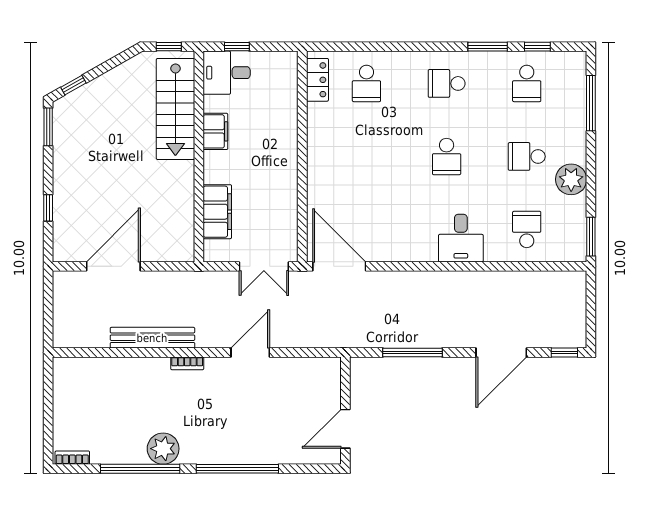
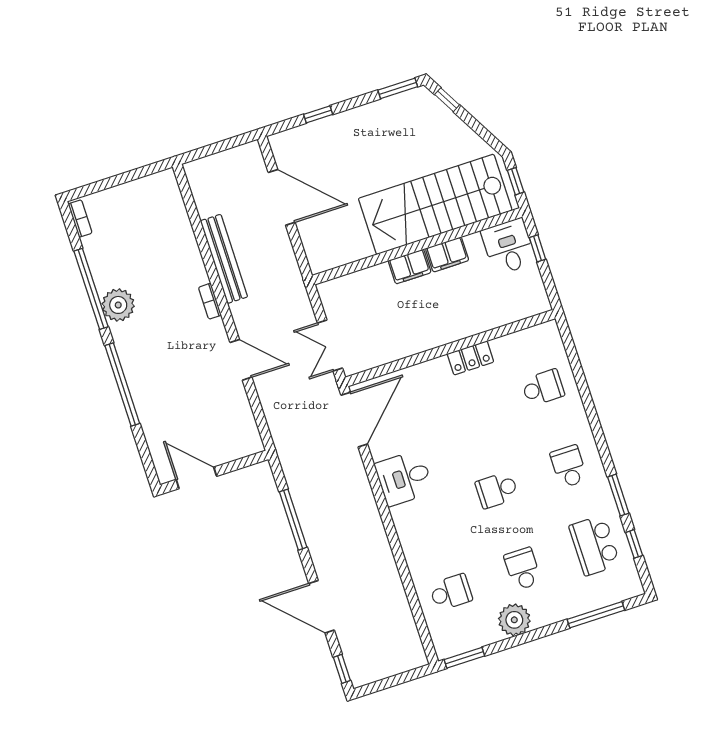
locker: (317, 80) -> (470, 358), moved
school desk: (366, 83) -> (543, 388), turned 180
school desk: (527, 83) -> (594, 545), width x1.85
stairs: (175, 109) -> (435, 204), width x1.36, depth x1.51
filing cabinet: (217, 212) -> (410, 267), moved, width x0.67, depth x0.86
desk: (461, 238) -> (404, 478), moved

